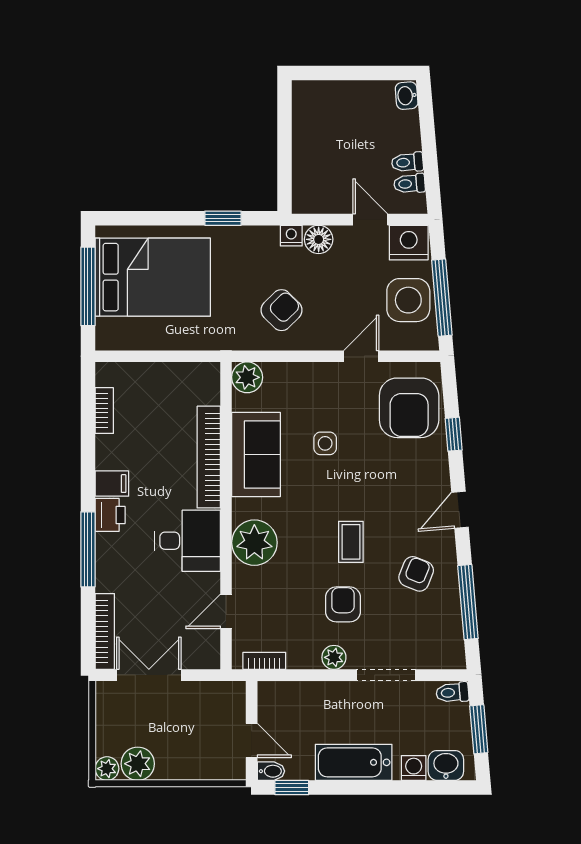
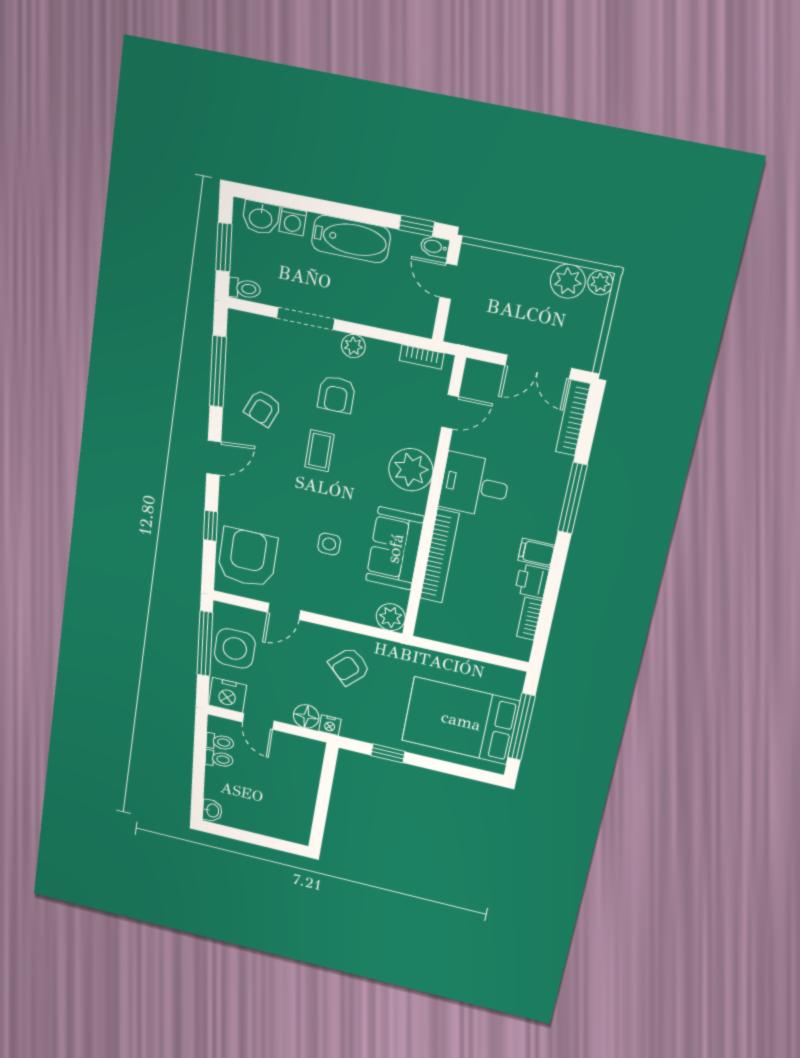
printer: (110, 515) -> (532, 581), moved

